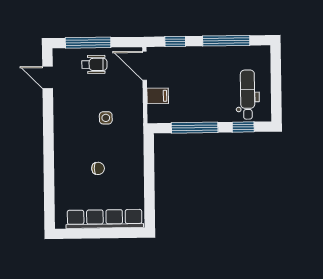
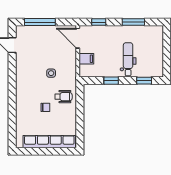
window: (226, 41) -> (133, 22), width x0.69
wheelchair: (94, 64) -> (63, 97), moved
dental chair: (248, 95) -> (128, 59), moved
window: (195, 128) -> (111, 81), width x0.46

